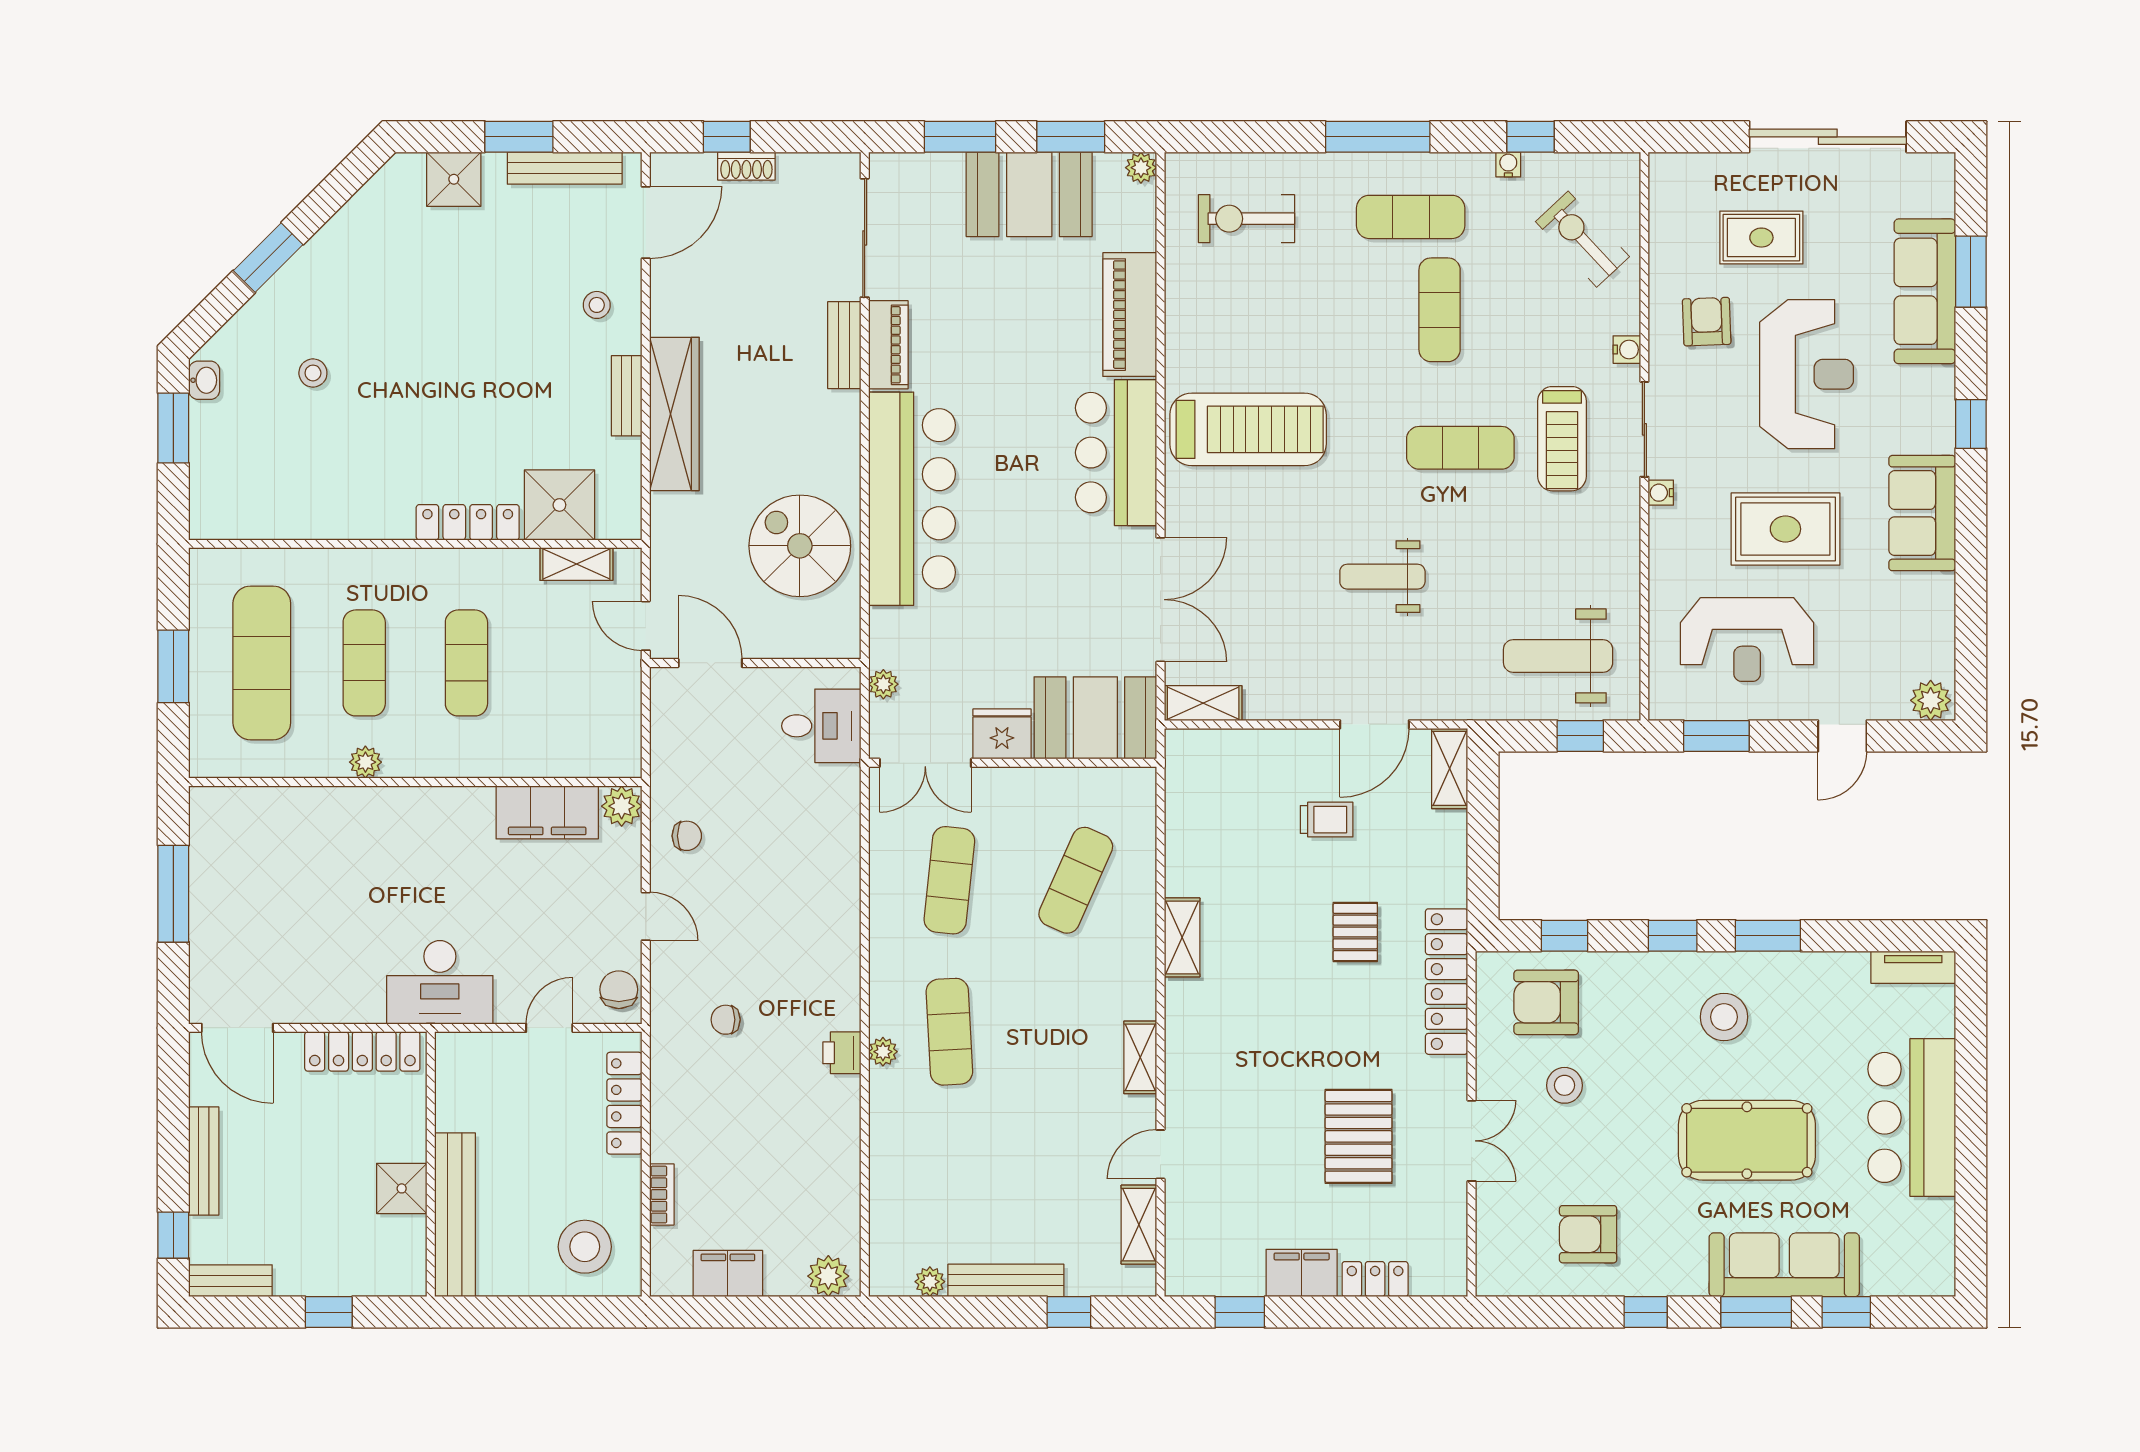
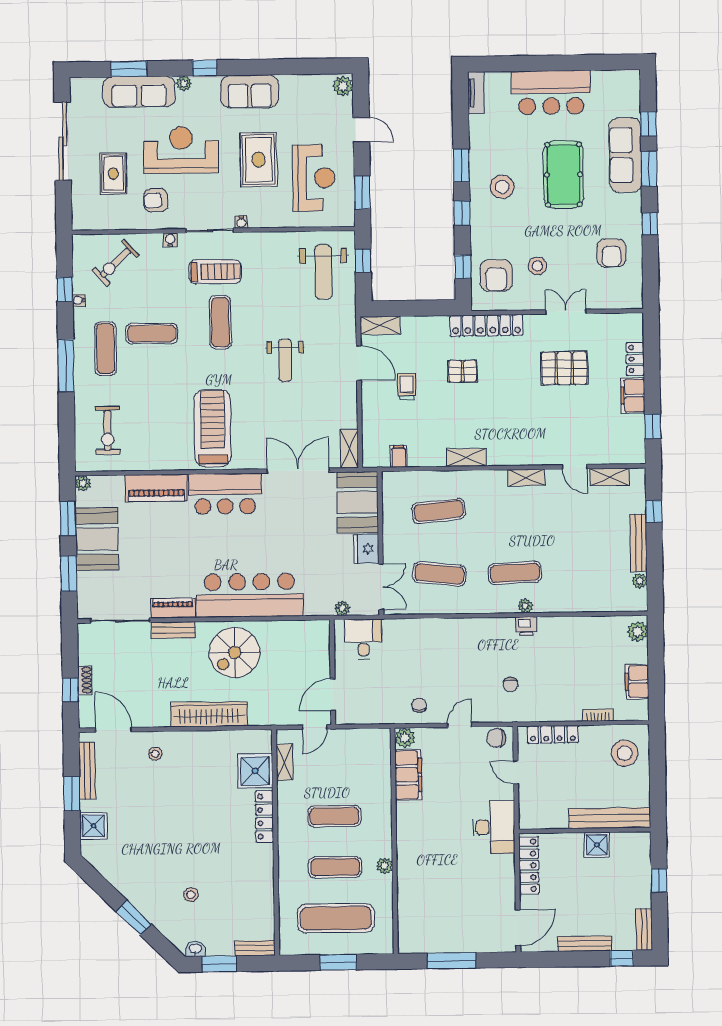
plant: (1941, 382) -> (184, 83), added
bench: (627, 396) -> (255, 948), moved
spiral stairs: (800, 546) -> (235, 652), moved
filing cabinet: (1186, 802) -> (399, 456), added
exercise mat: (1076, 880) -> (439, 511), turned -30

